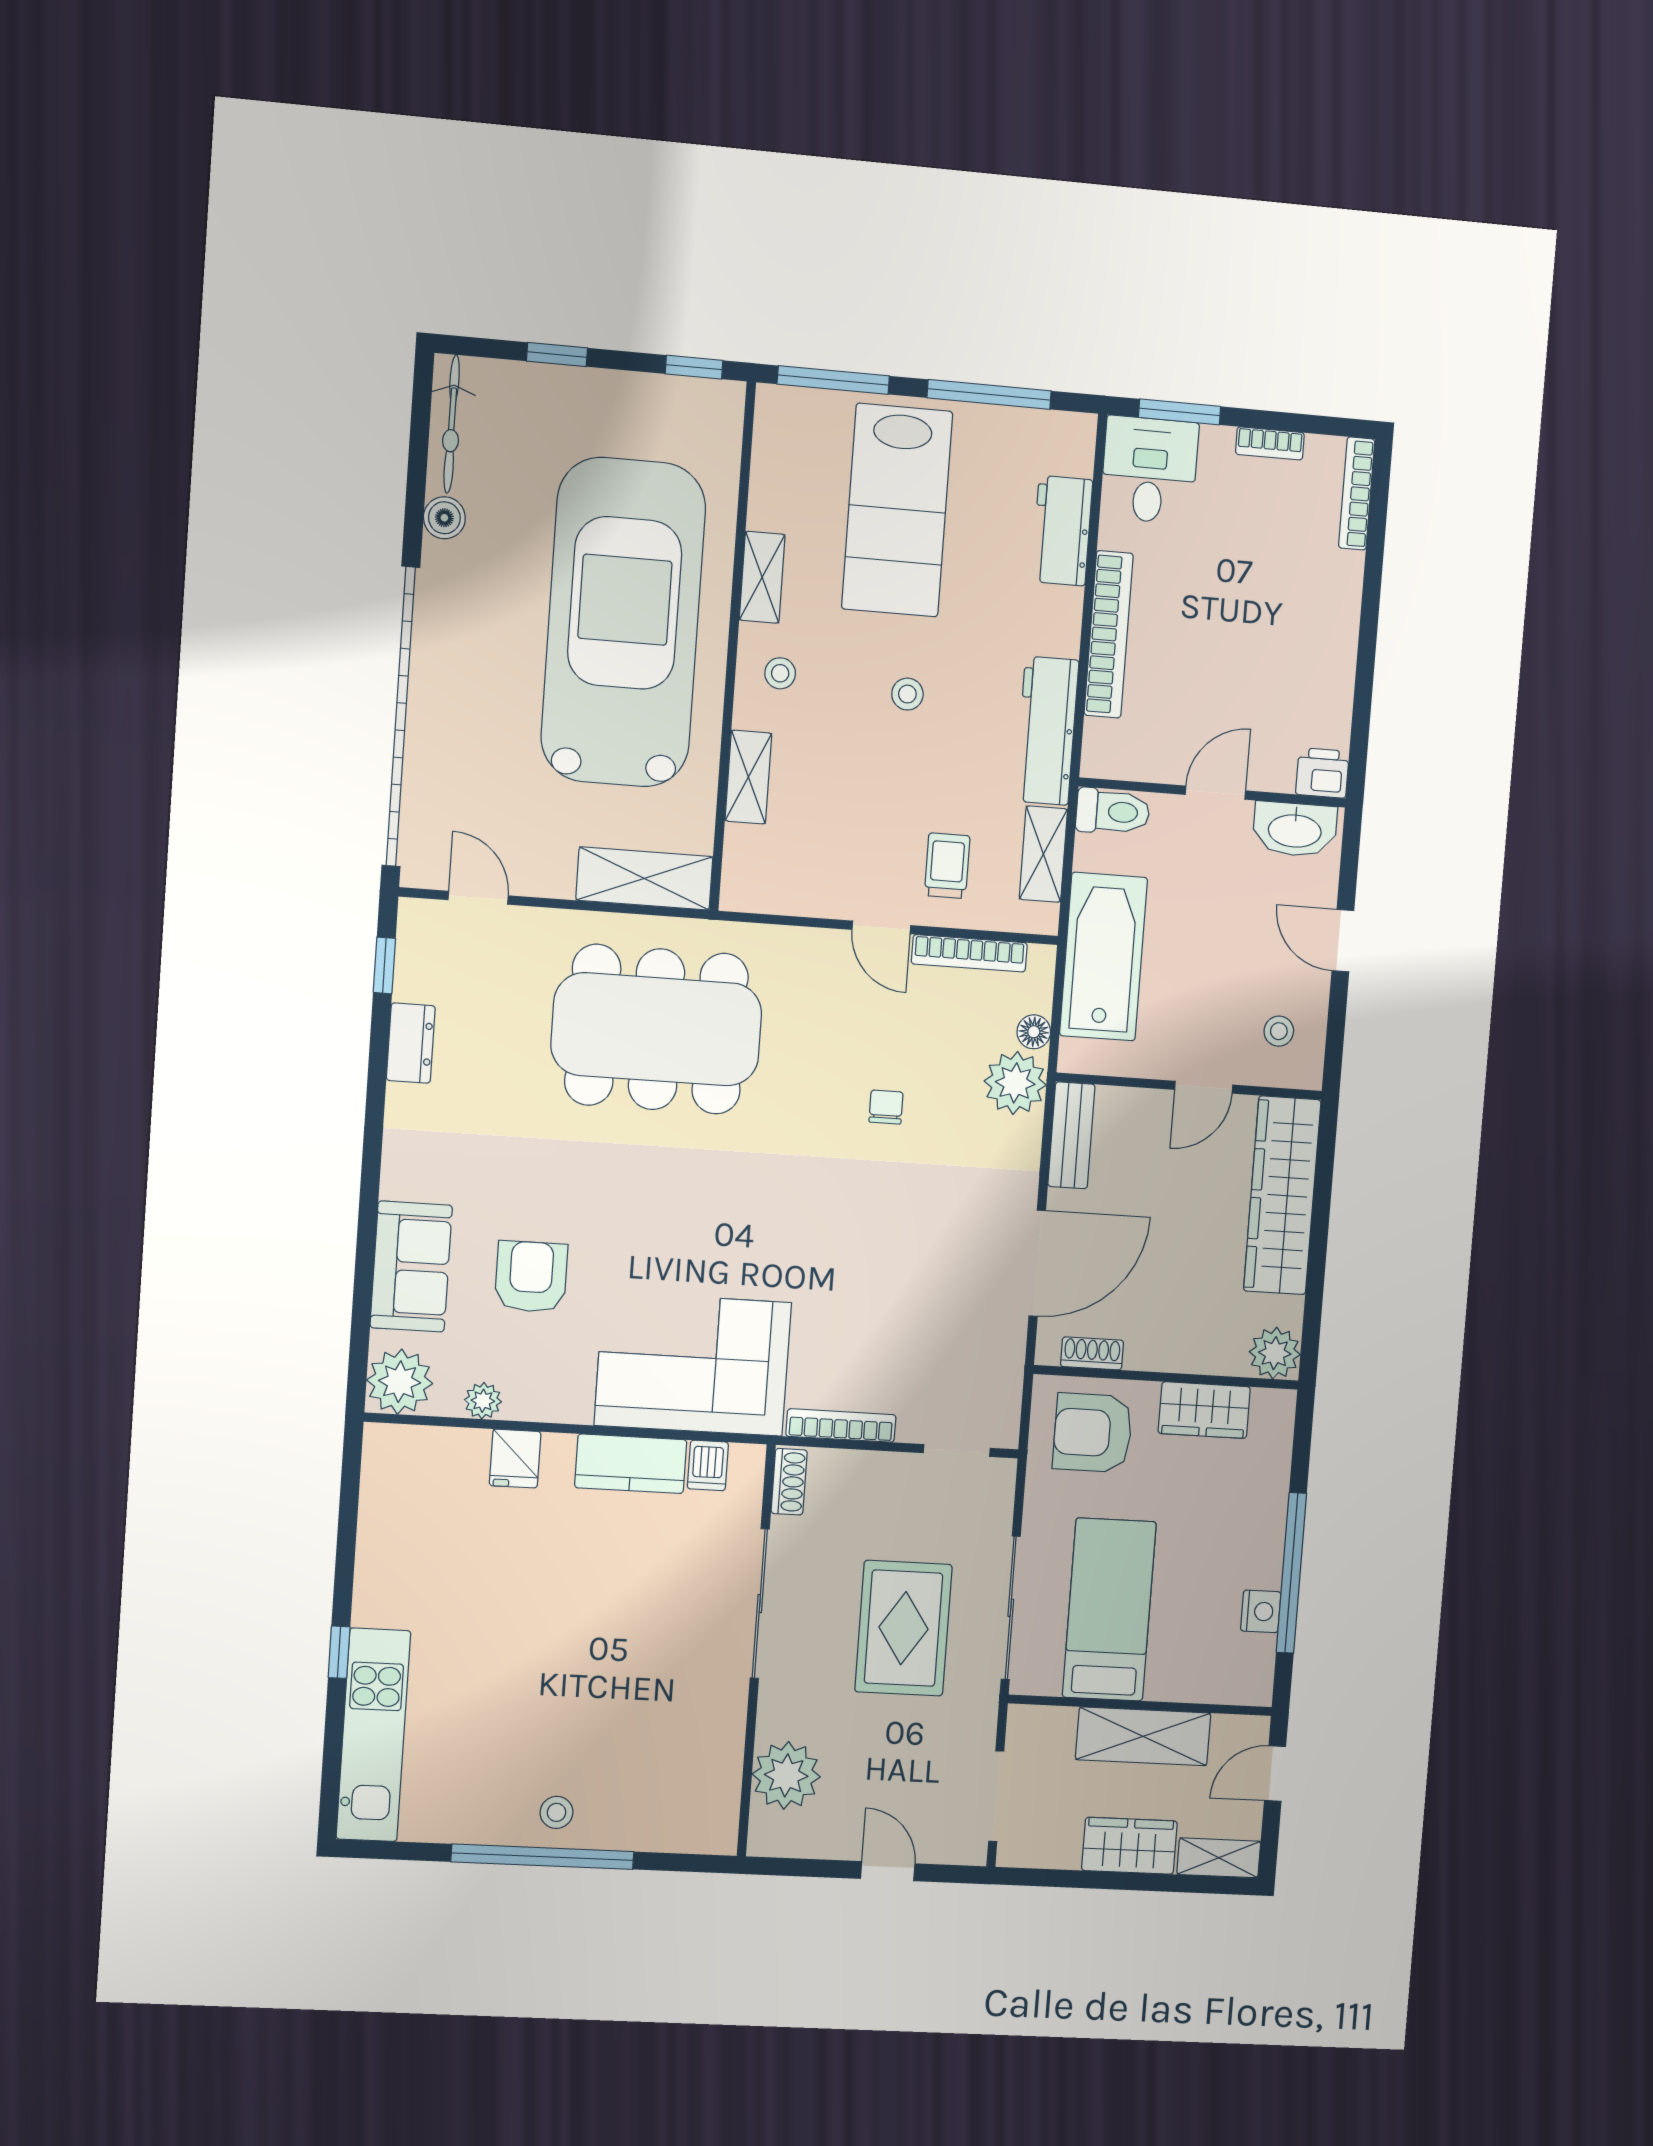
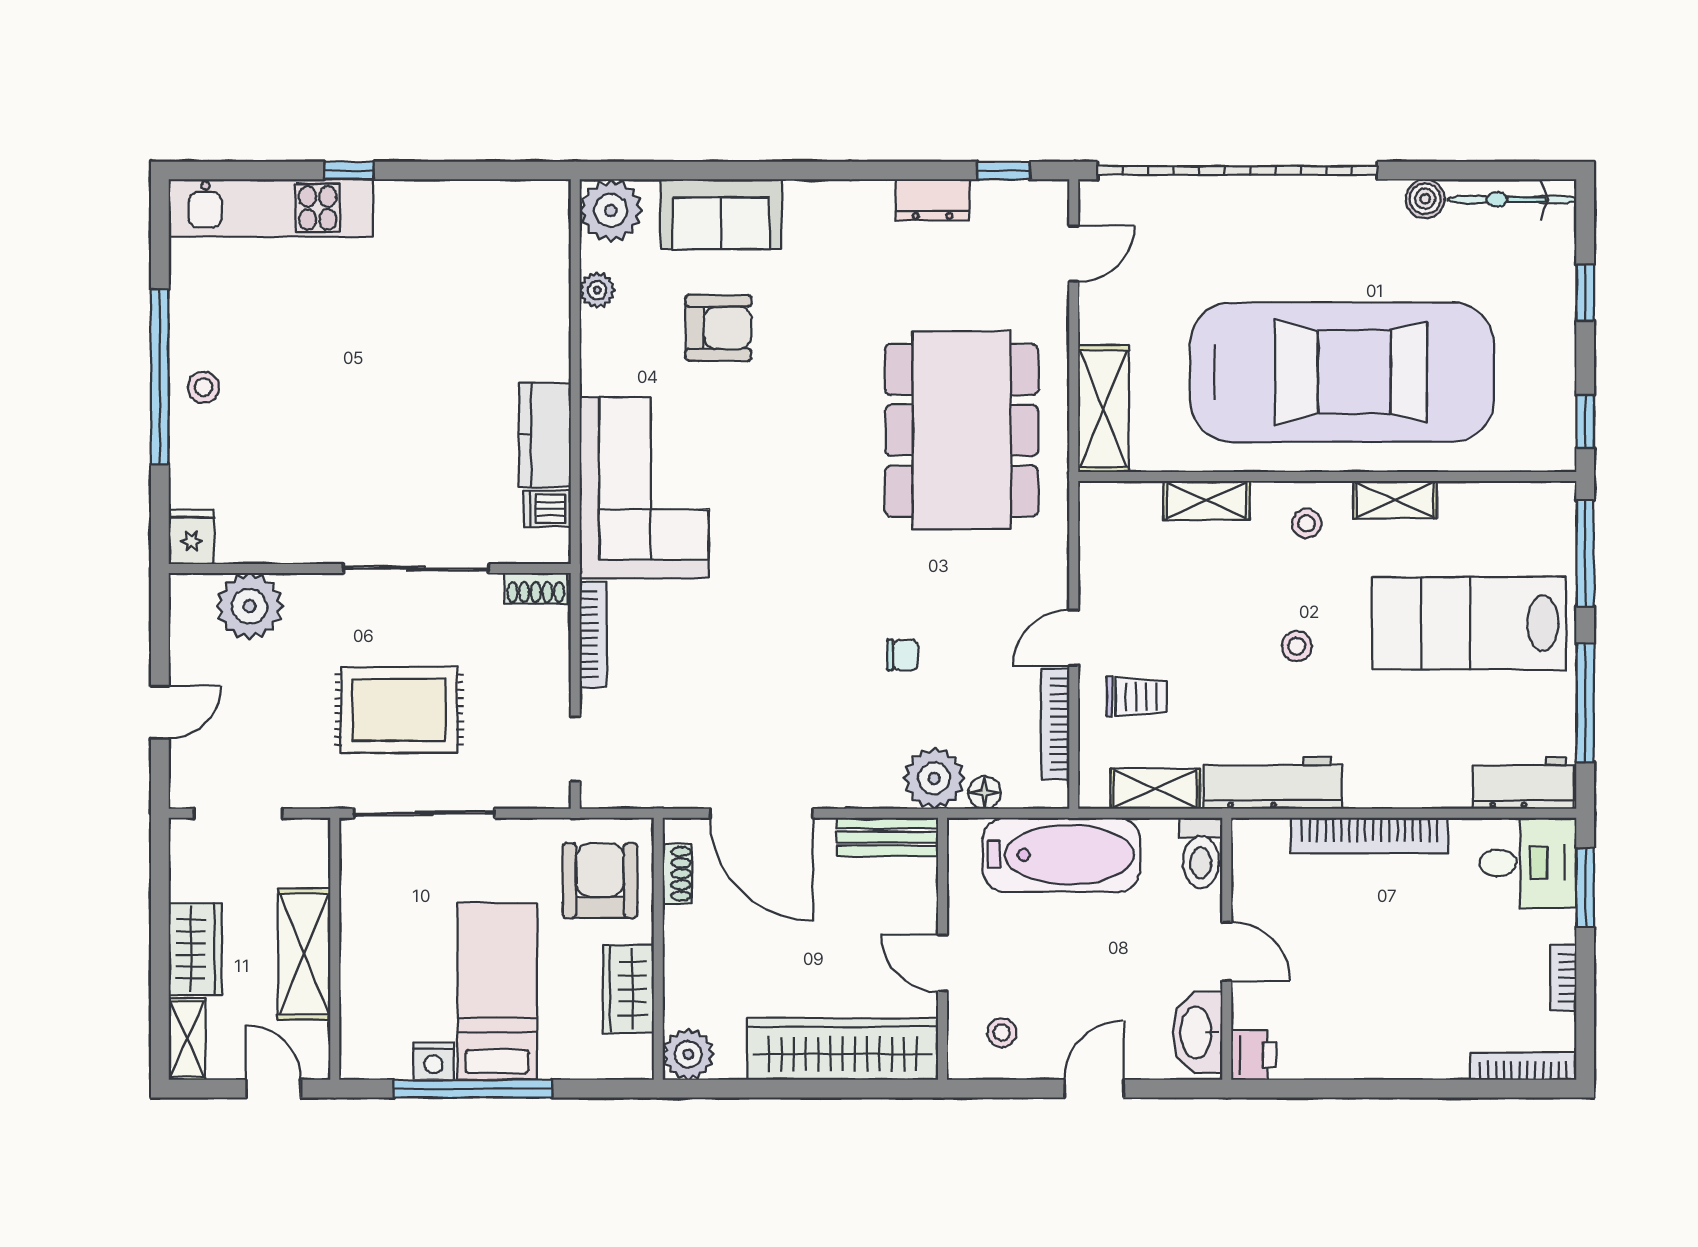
workbench: (1062, 531) -> (1524, 783), moved
fridge: (515, 1459) -> (191, 537), moved, turned 90
bed: (1109, 1610) -> (497, 991), moved, turned -90

